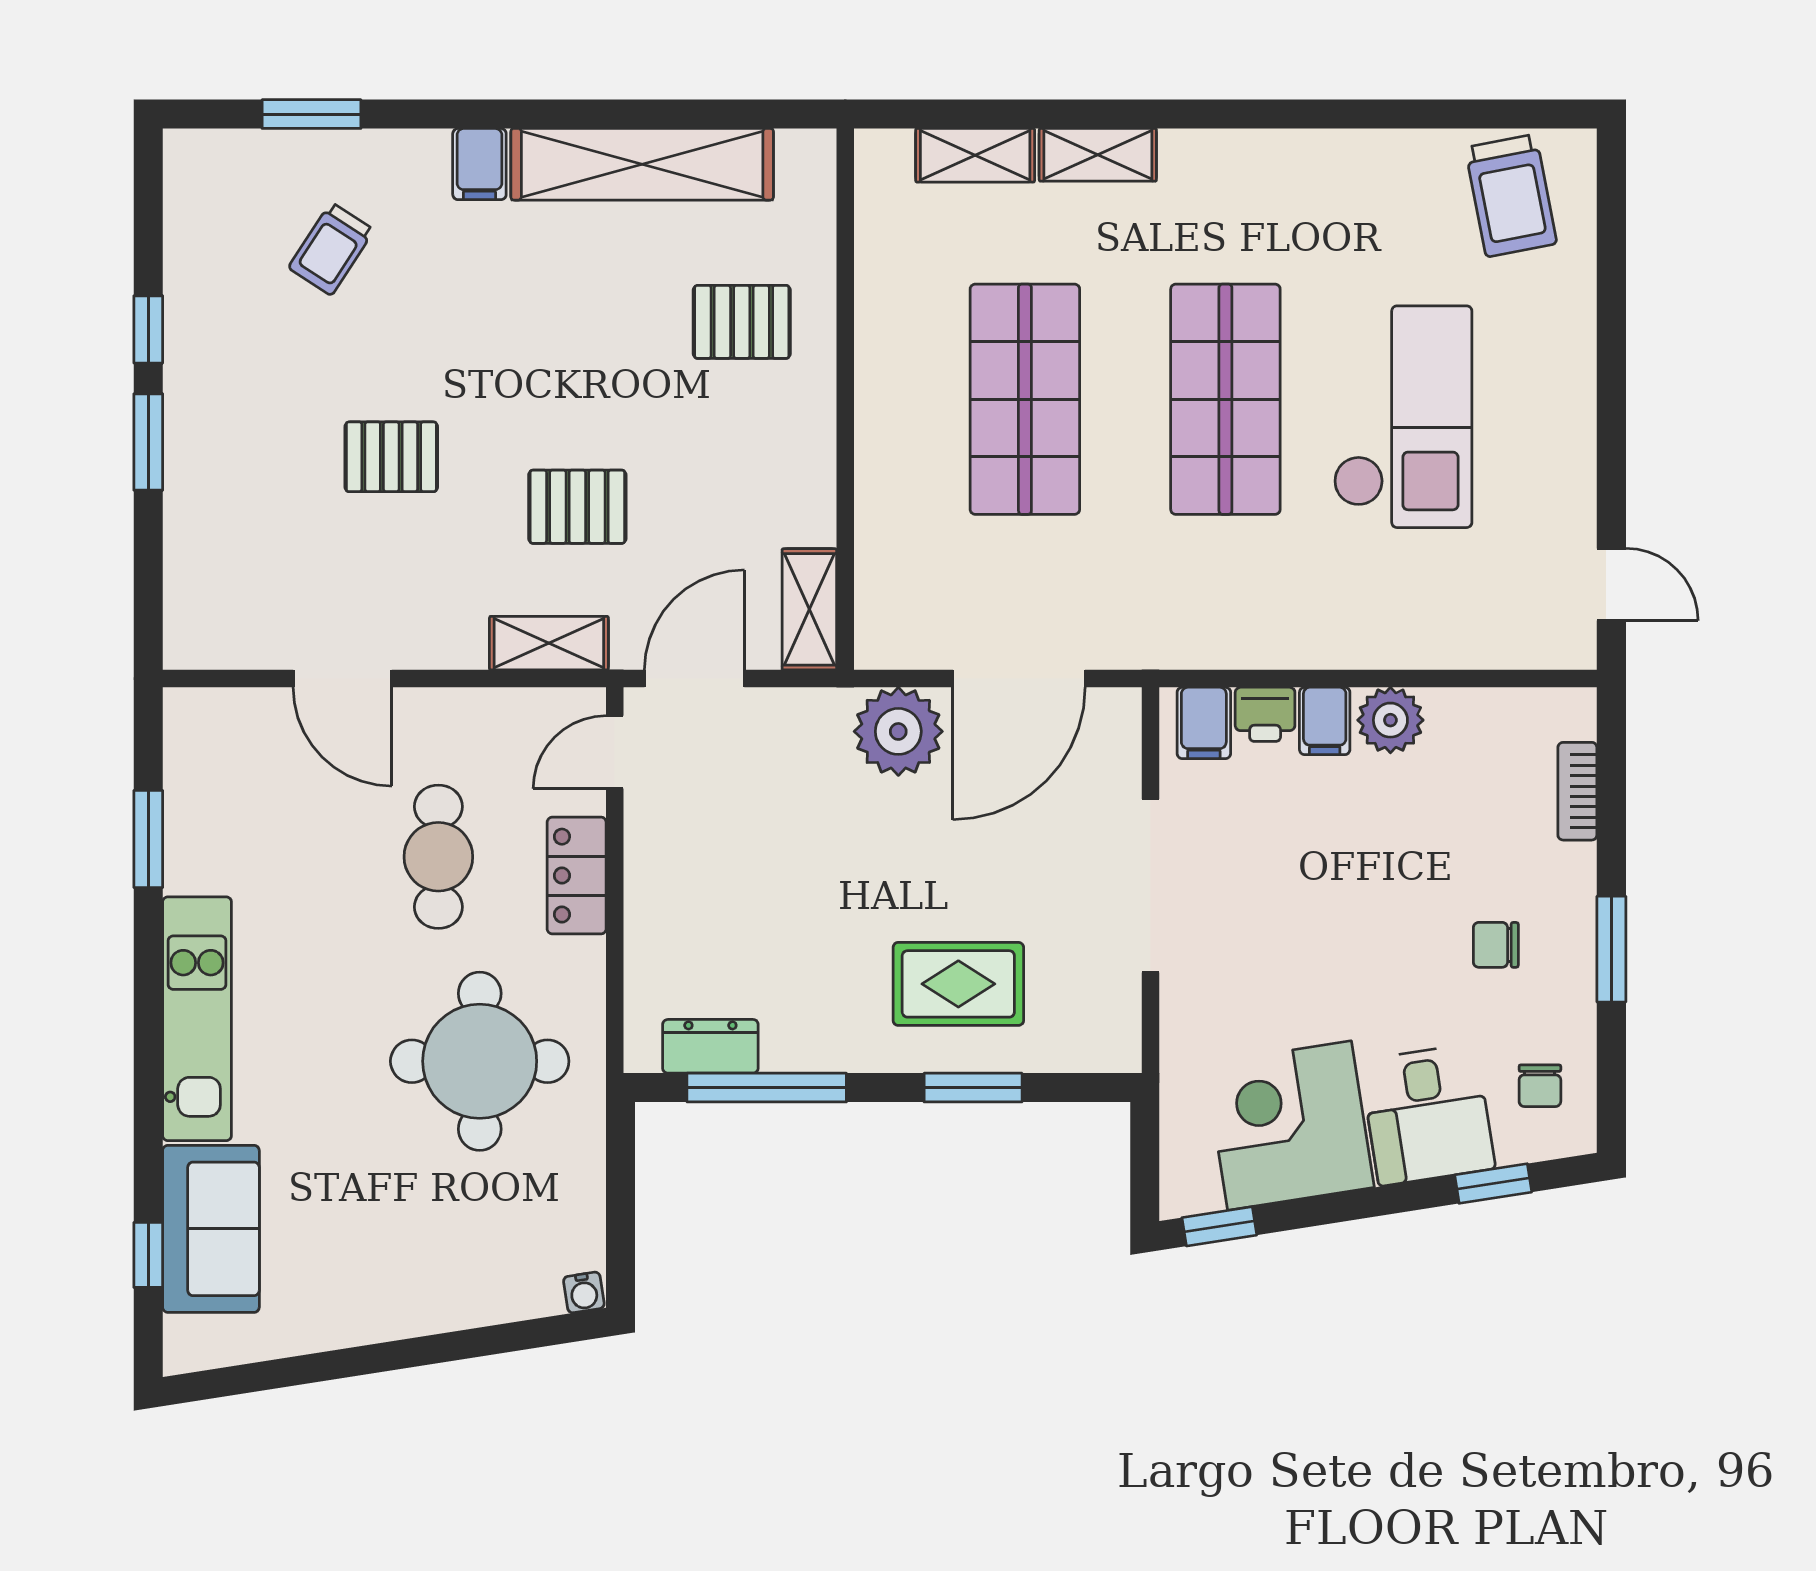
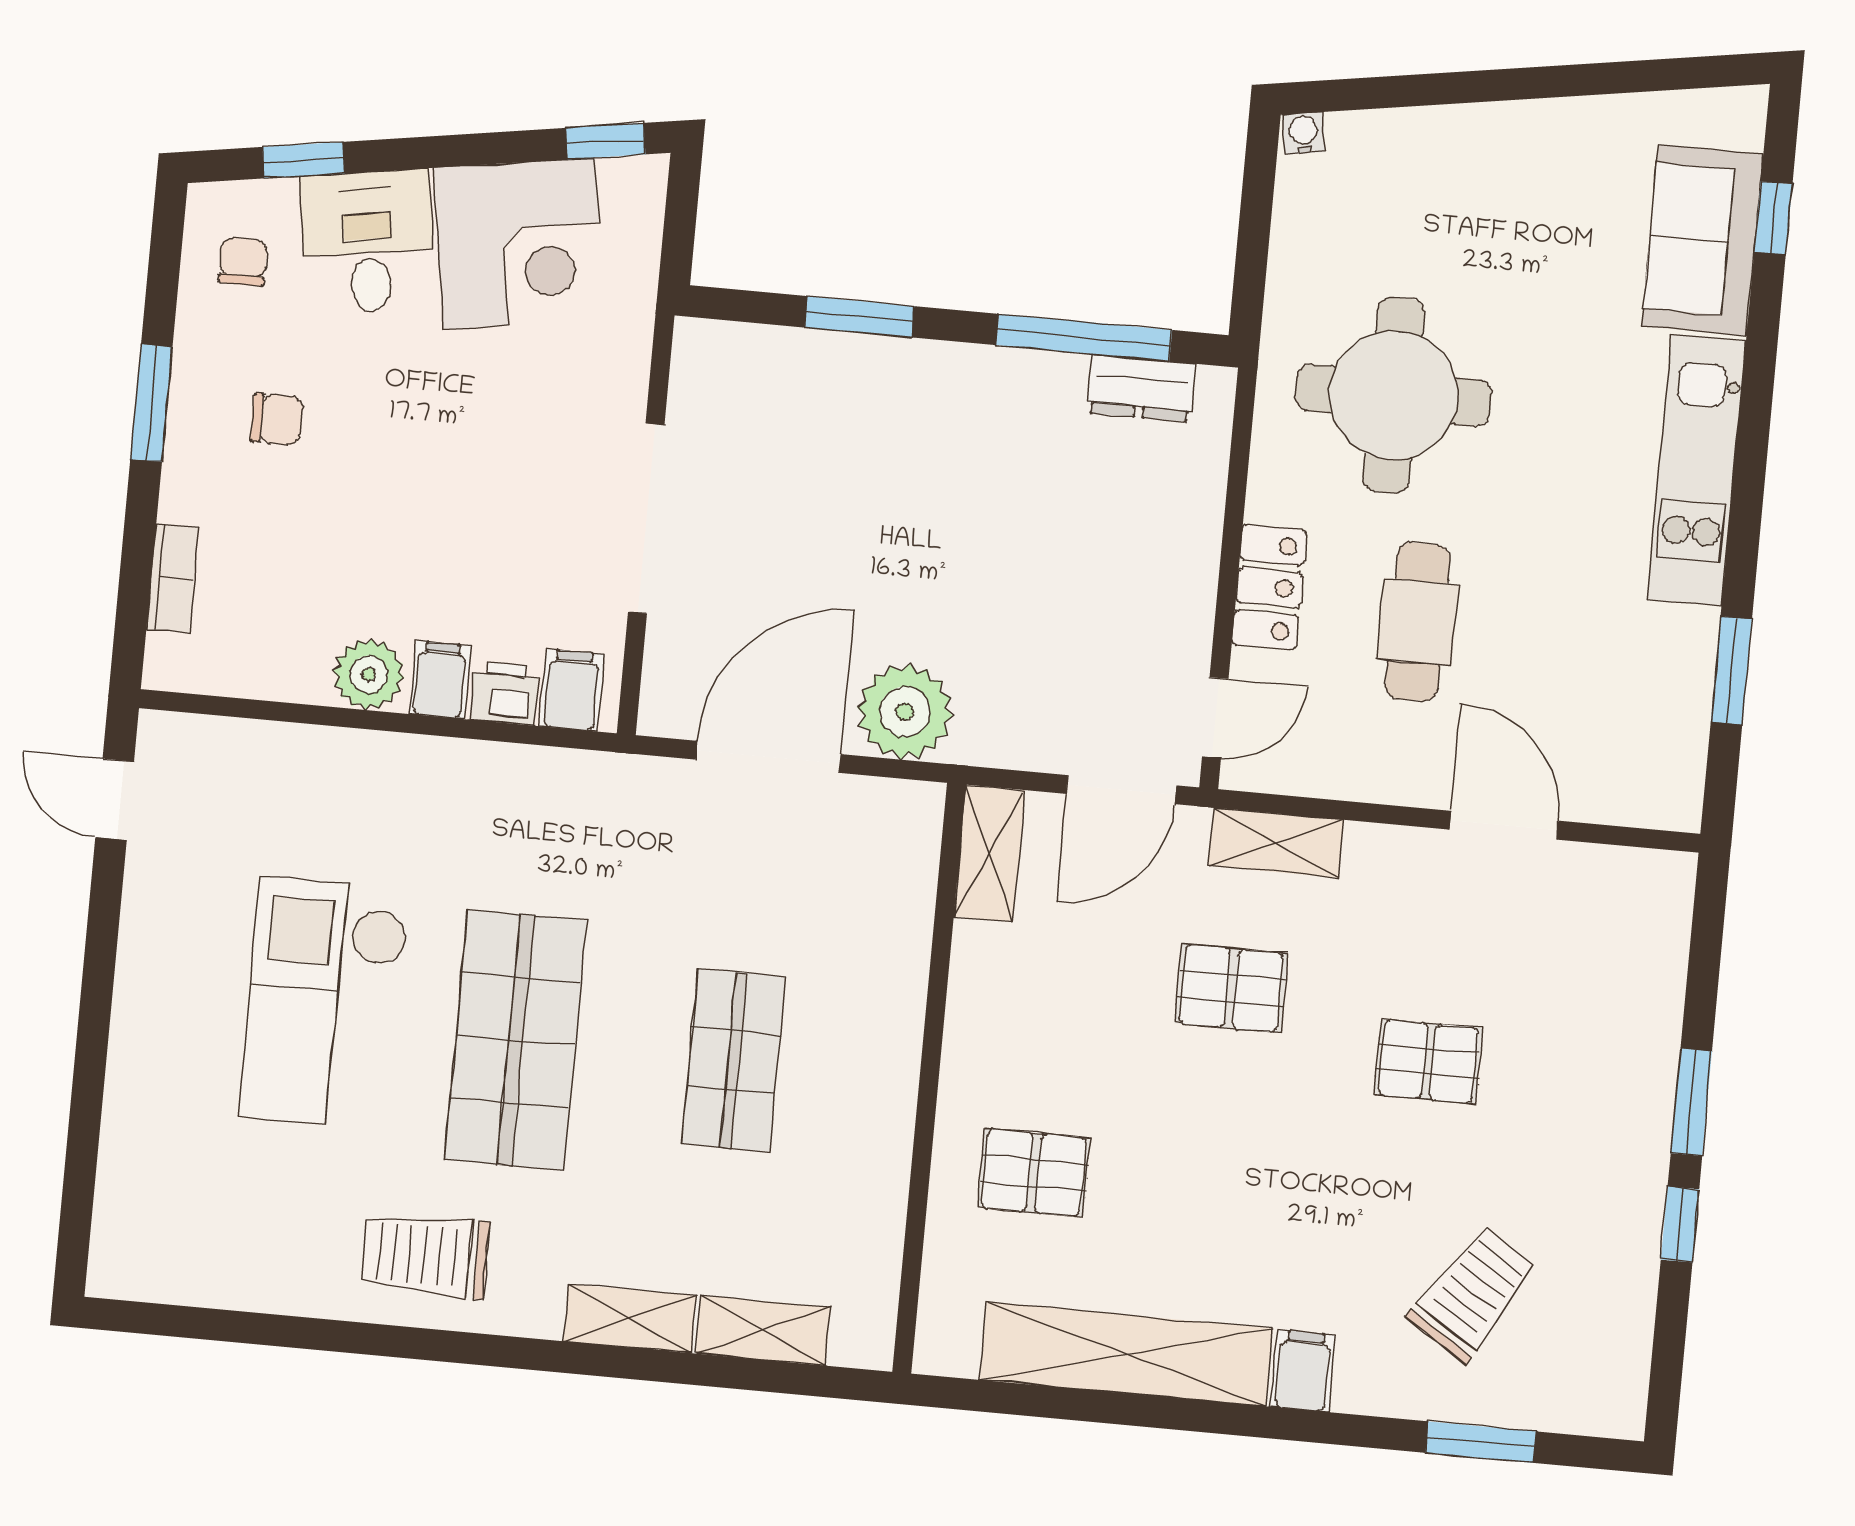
trolley: (1511, 196) -> (425, 1255), moved, turned -79
trolley: (331, 249) -> (1473, 1294), width x1.36, depth x1.39
shop shelf: (1025, 399) -> (734, 1060), width x0.70, depth x0.74
rug: (958, 984) -> (865, 431), removed

